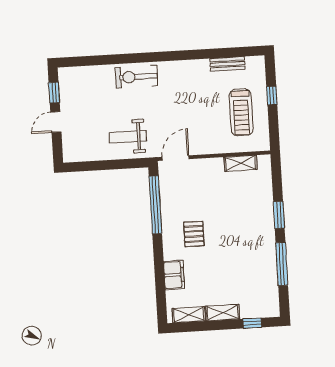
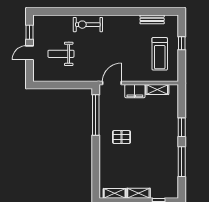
weight bench: (128, 137) -> (61, 54), moved
pallet: (194, 234) -> (122, 137), turned 90
filing cabinet: (174, 275) -> (135, 91), moved, turned 90

